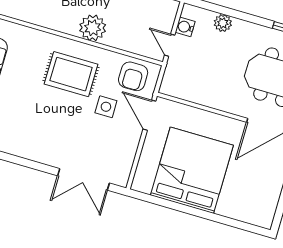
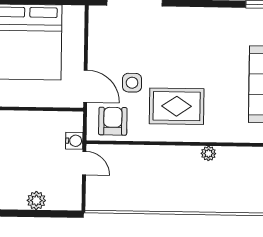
water cooler: (185, 27) -> (74, 141), moved
plant: (93, 28) -> (208, 153), moved, width x0.53, depth x0.53

